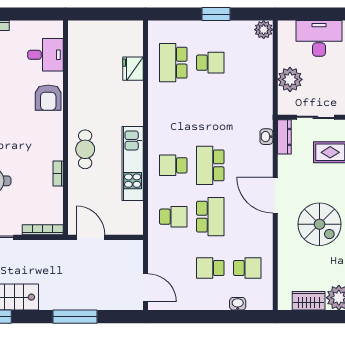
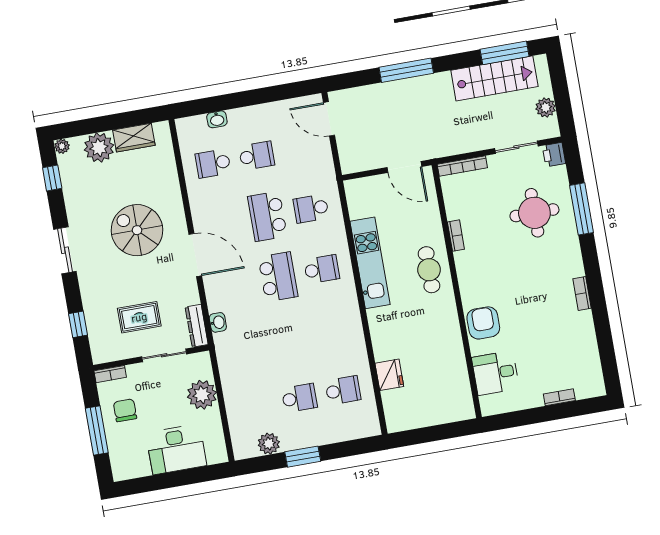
plant: (264, 30) -> (269, 444), moved
school desk: (173, 63) -> (343, 390), width x0.54
school desk: (210, 63) -> (299, 398), turned 180

